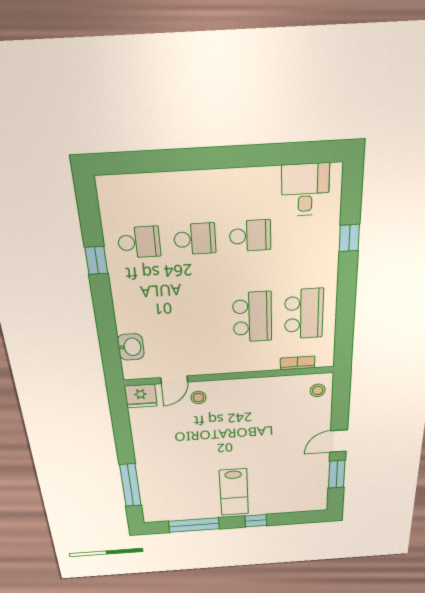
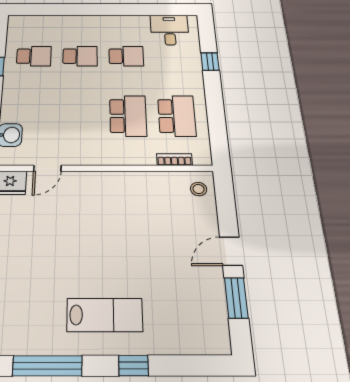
stool: (198, 397) -> (71, 188), removed
lab bench: (234, 492) -> (105, 315), turned -90

